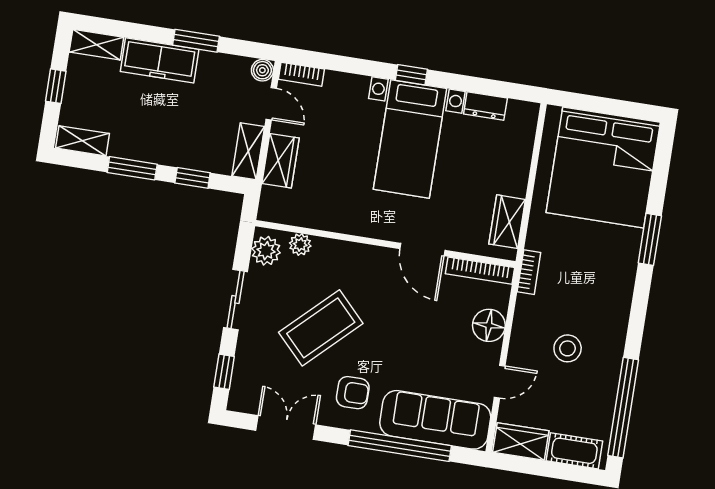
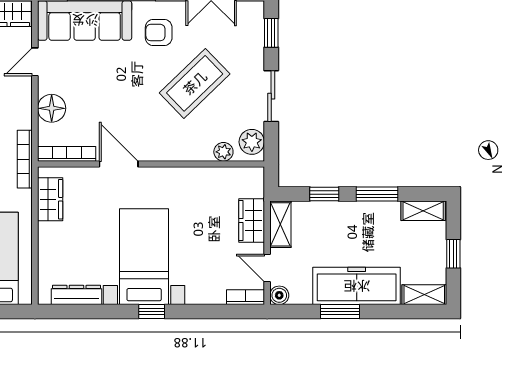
freezer: (160, 60) -> (357, 286), width x1.36, depth x1.26
dresser: (485, 106) -> (76, 295), width x1.44
bookcase: (529, 272) -> (25, 159), width x1.56

